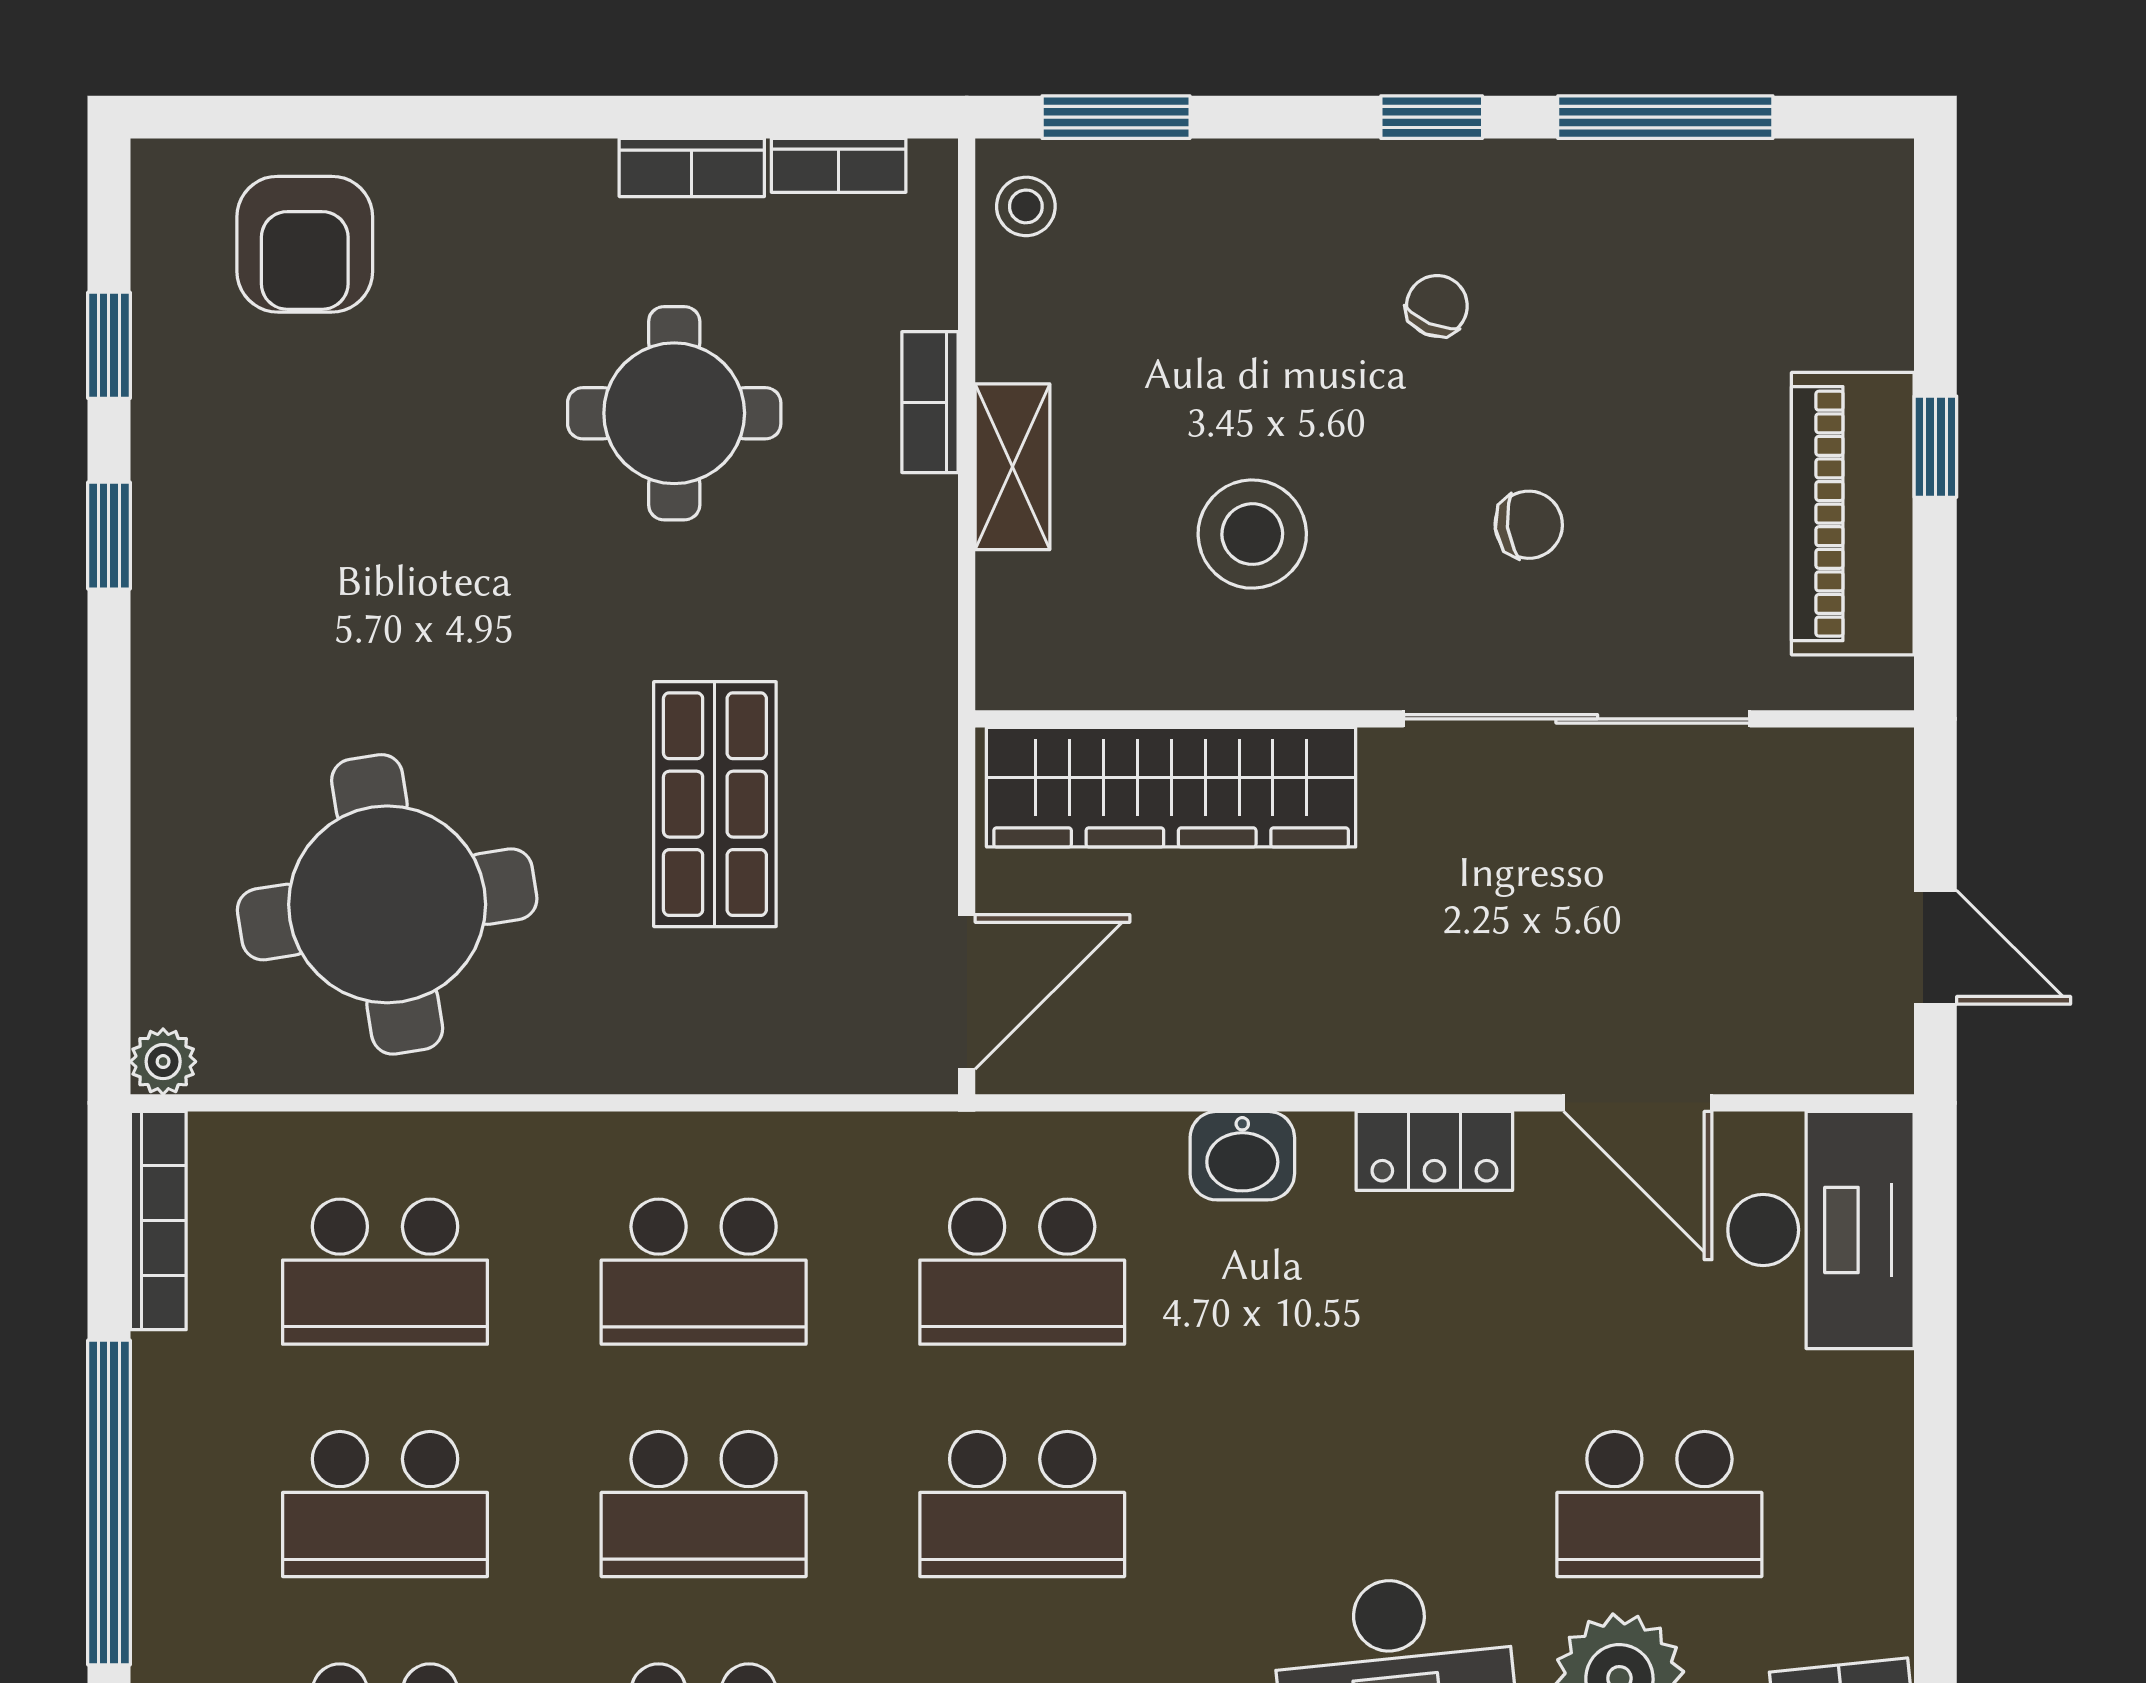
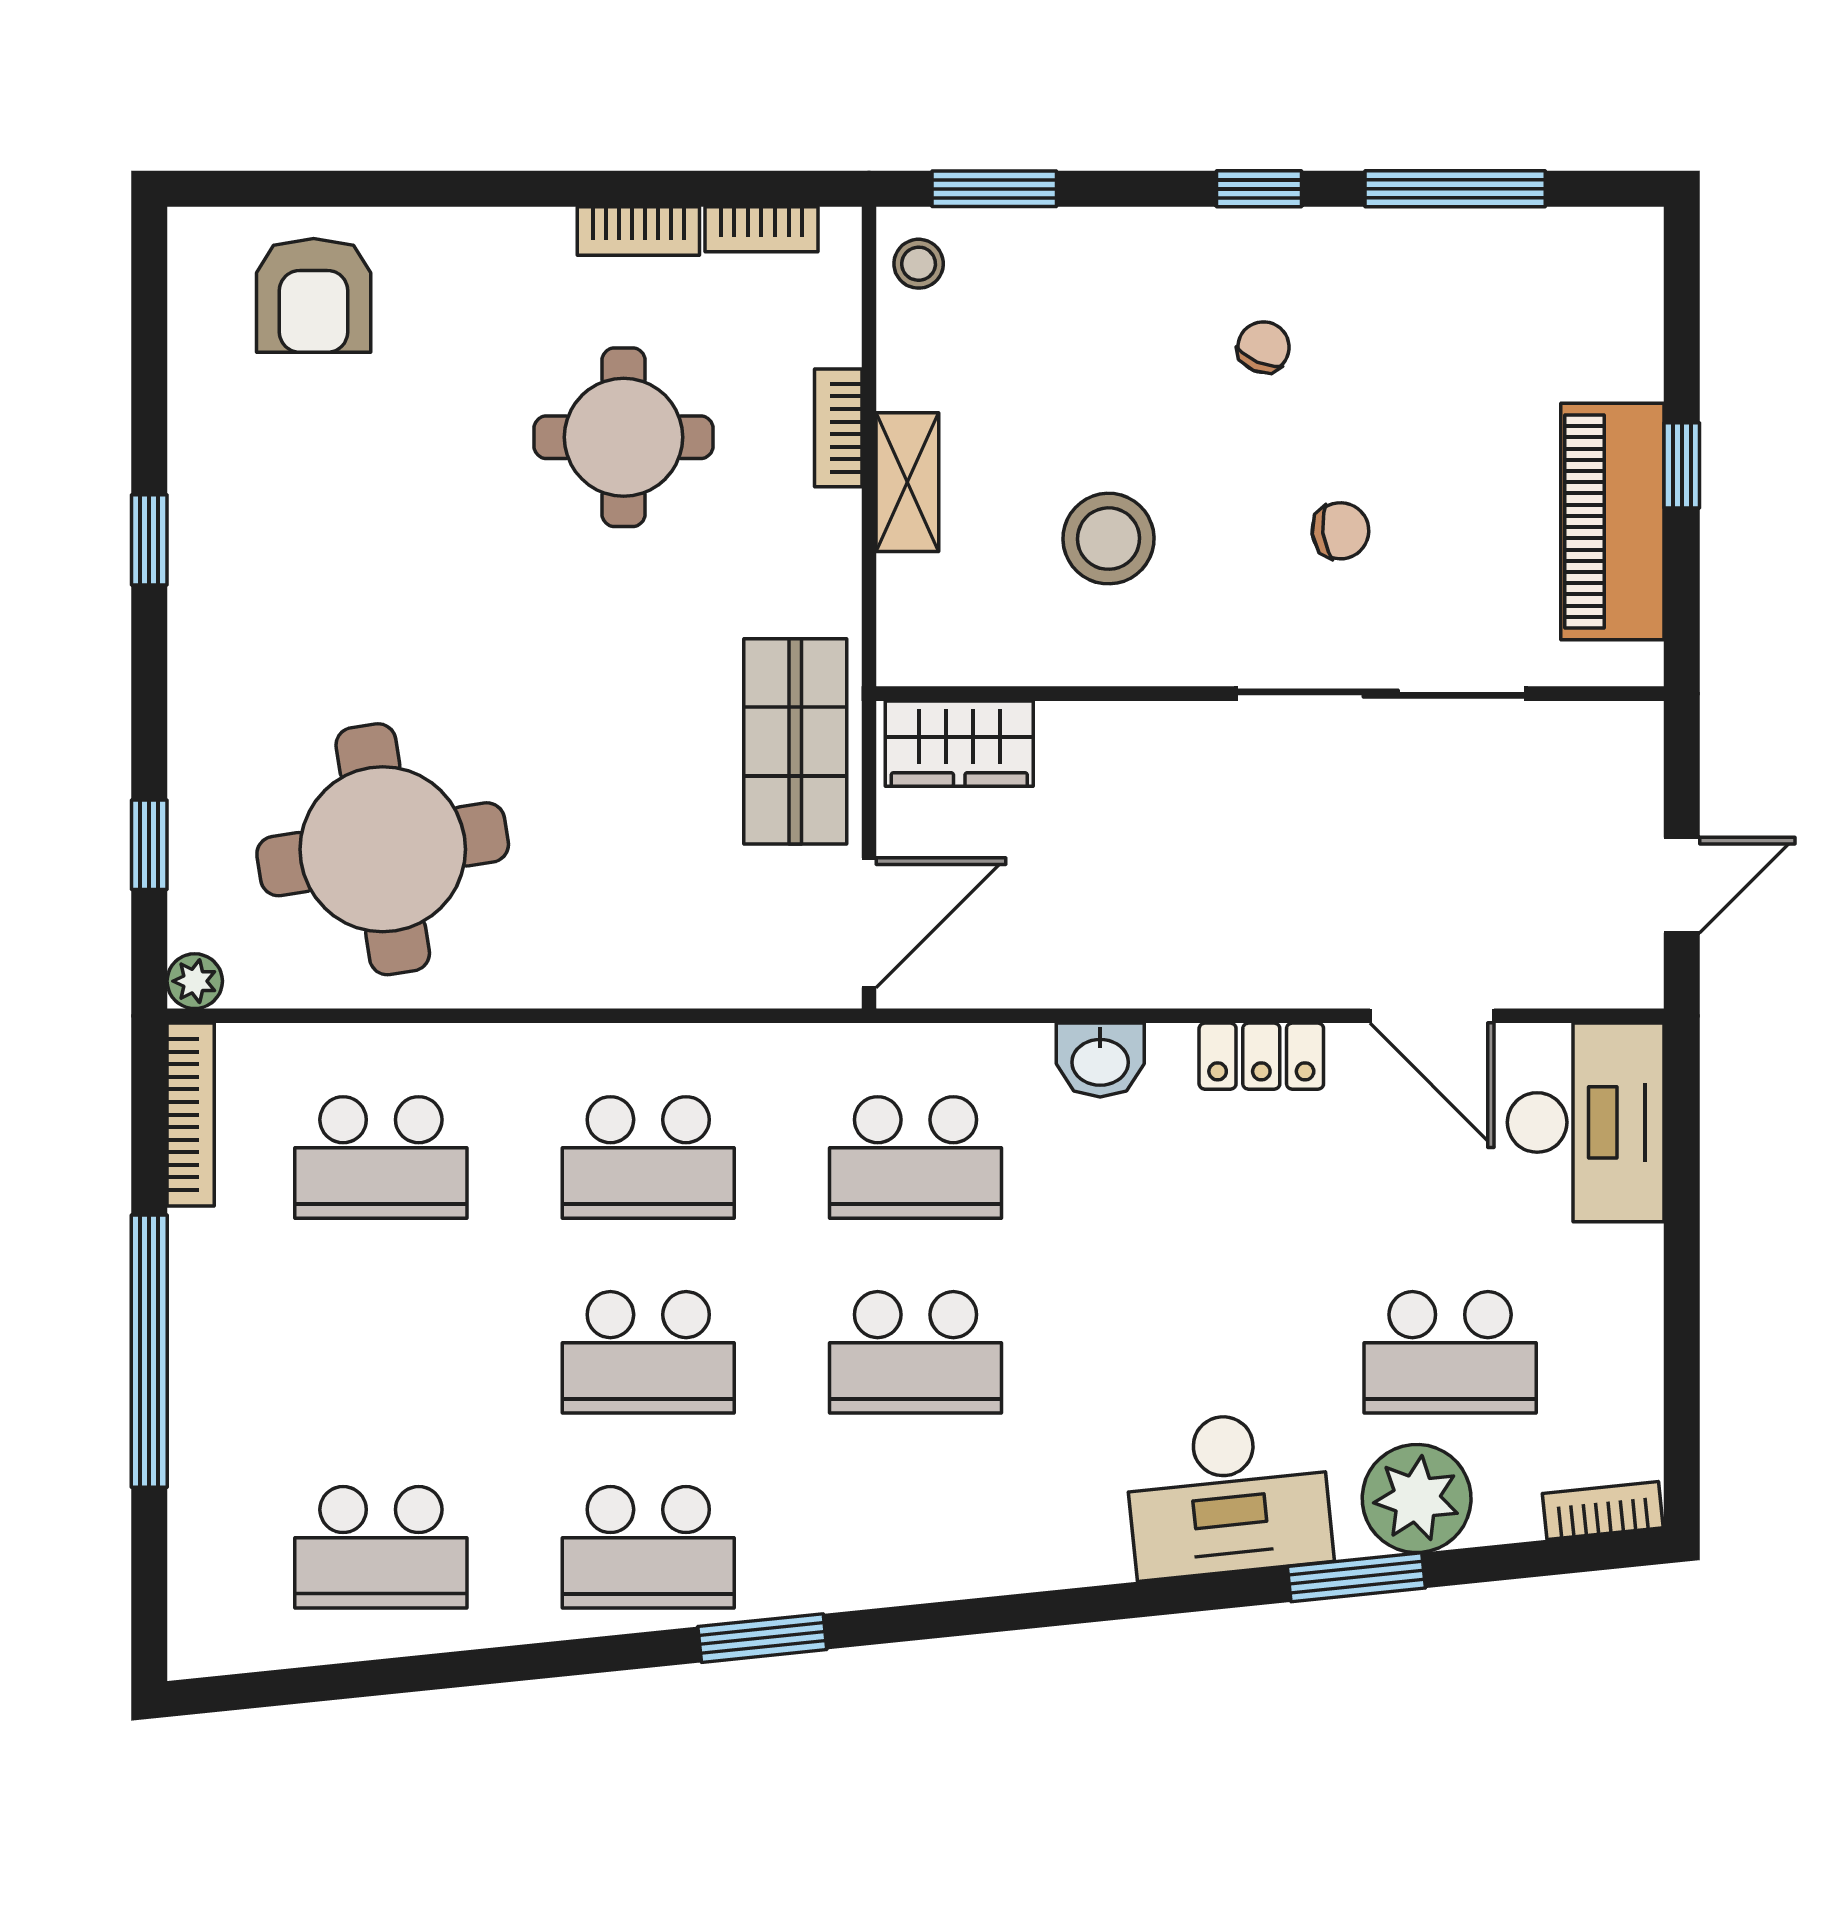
window: (109, 345) -> (149, 845), moved
wardrobe: (1171, 787) -> (959, 744), width x0.48, depth x0.85
shop shelf: (715, 804) -> (795, 741), moved
door: (1935, 947) -> (1682, 885), hinge flipped
school desk: (385, 1504) -> (381, 1352), removed

